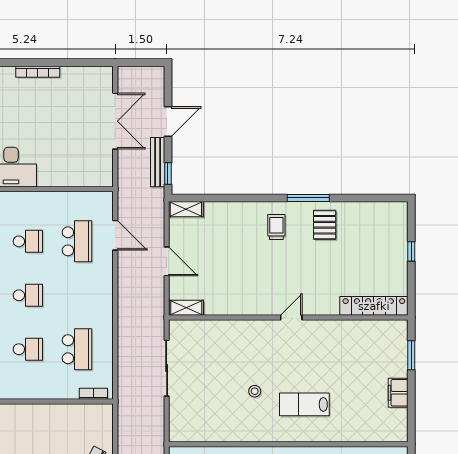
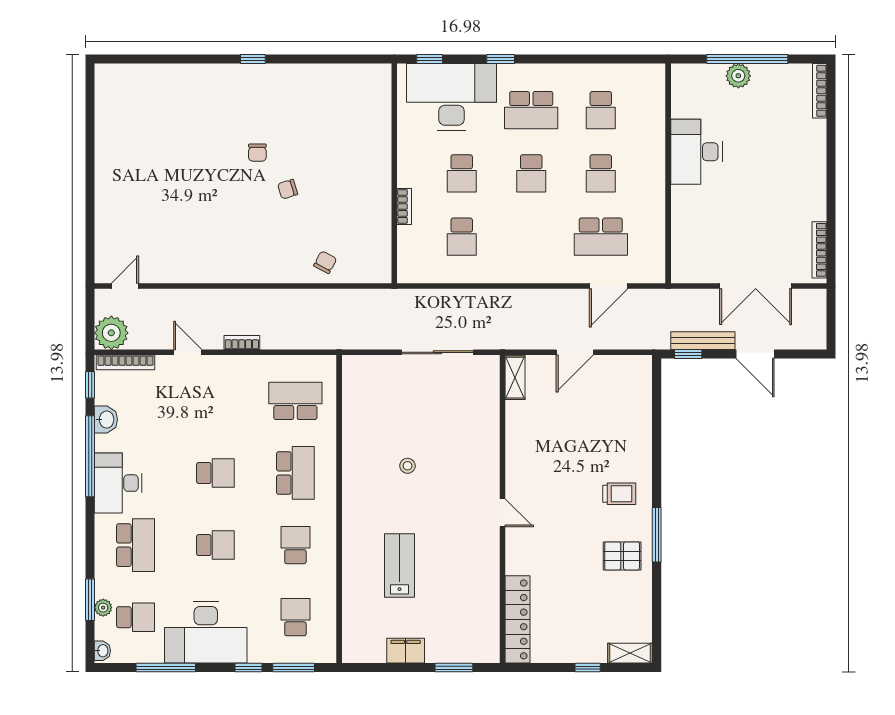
bookcase: (38, 72) -> (819, 250), moved
shelving: (186, 209) -> (630, 653), moved, turned 90
school desk: (77, 349) -> (462, 237), width x0.54
bookcase: (93, 394) -> (404, 206), moved
lab bench: (304, 404) -> (399, 565), moved

